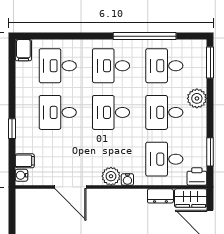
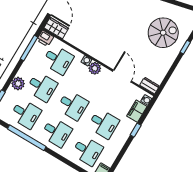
window: (210, 152) -> (29, 48), width x1.44
filing cabinet: (25, 161) -> (137, 111), width x2.00
dresser: (160, 196) -> (150, 86), moved

